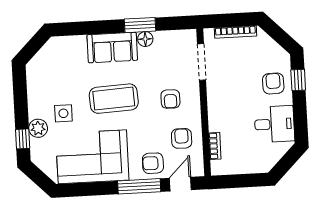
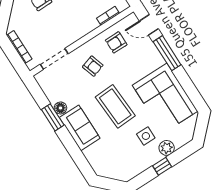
armchair: (170, 99) -> (93, 66), turned 72
window: (23, 139) -> (162, 166), moved
armchair: (153, 163) -> (145, 53), removed

